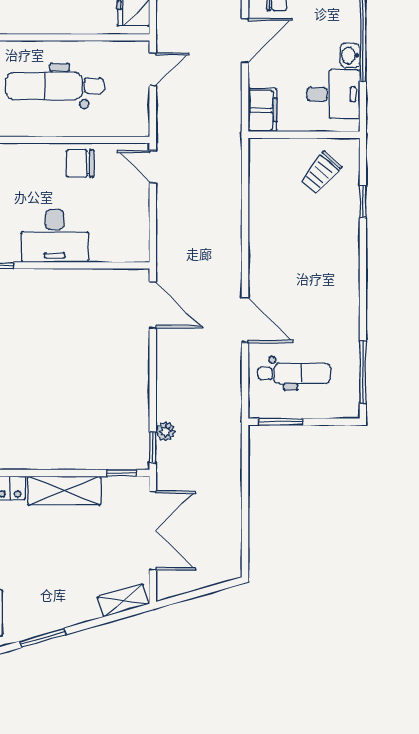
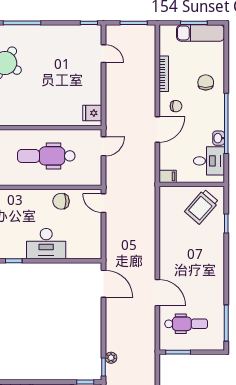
filing cabinet: (263, 110) -> (168, 176), width x0.50
trolley: (321, 173) -> (202, 207), width x1.36, depth x1.39

